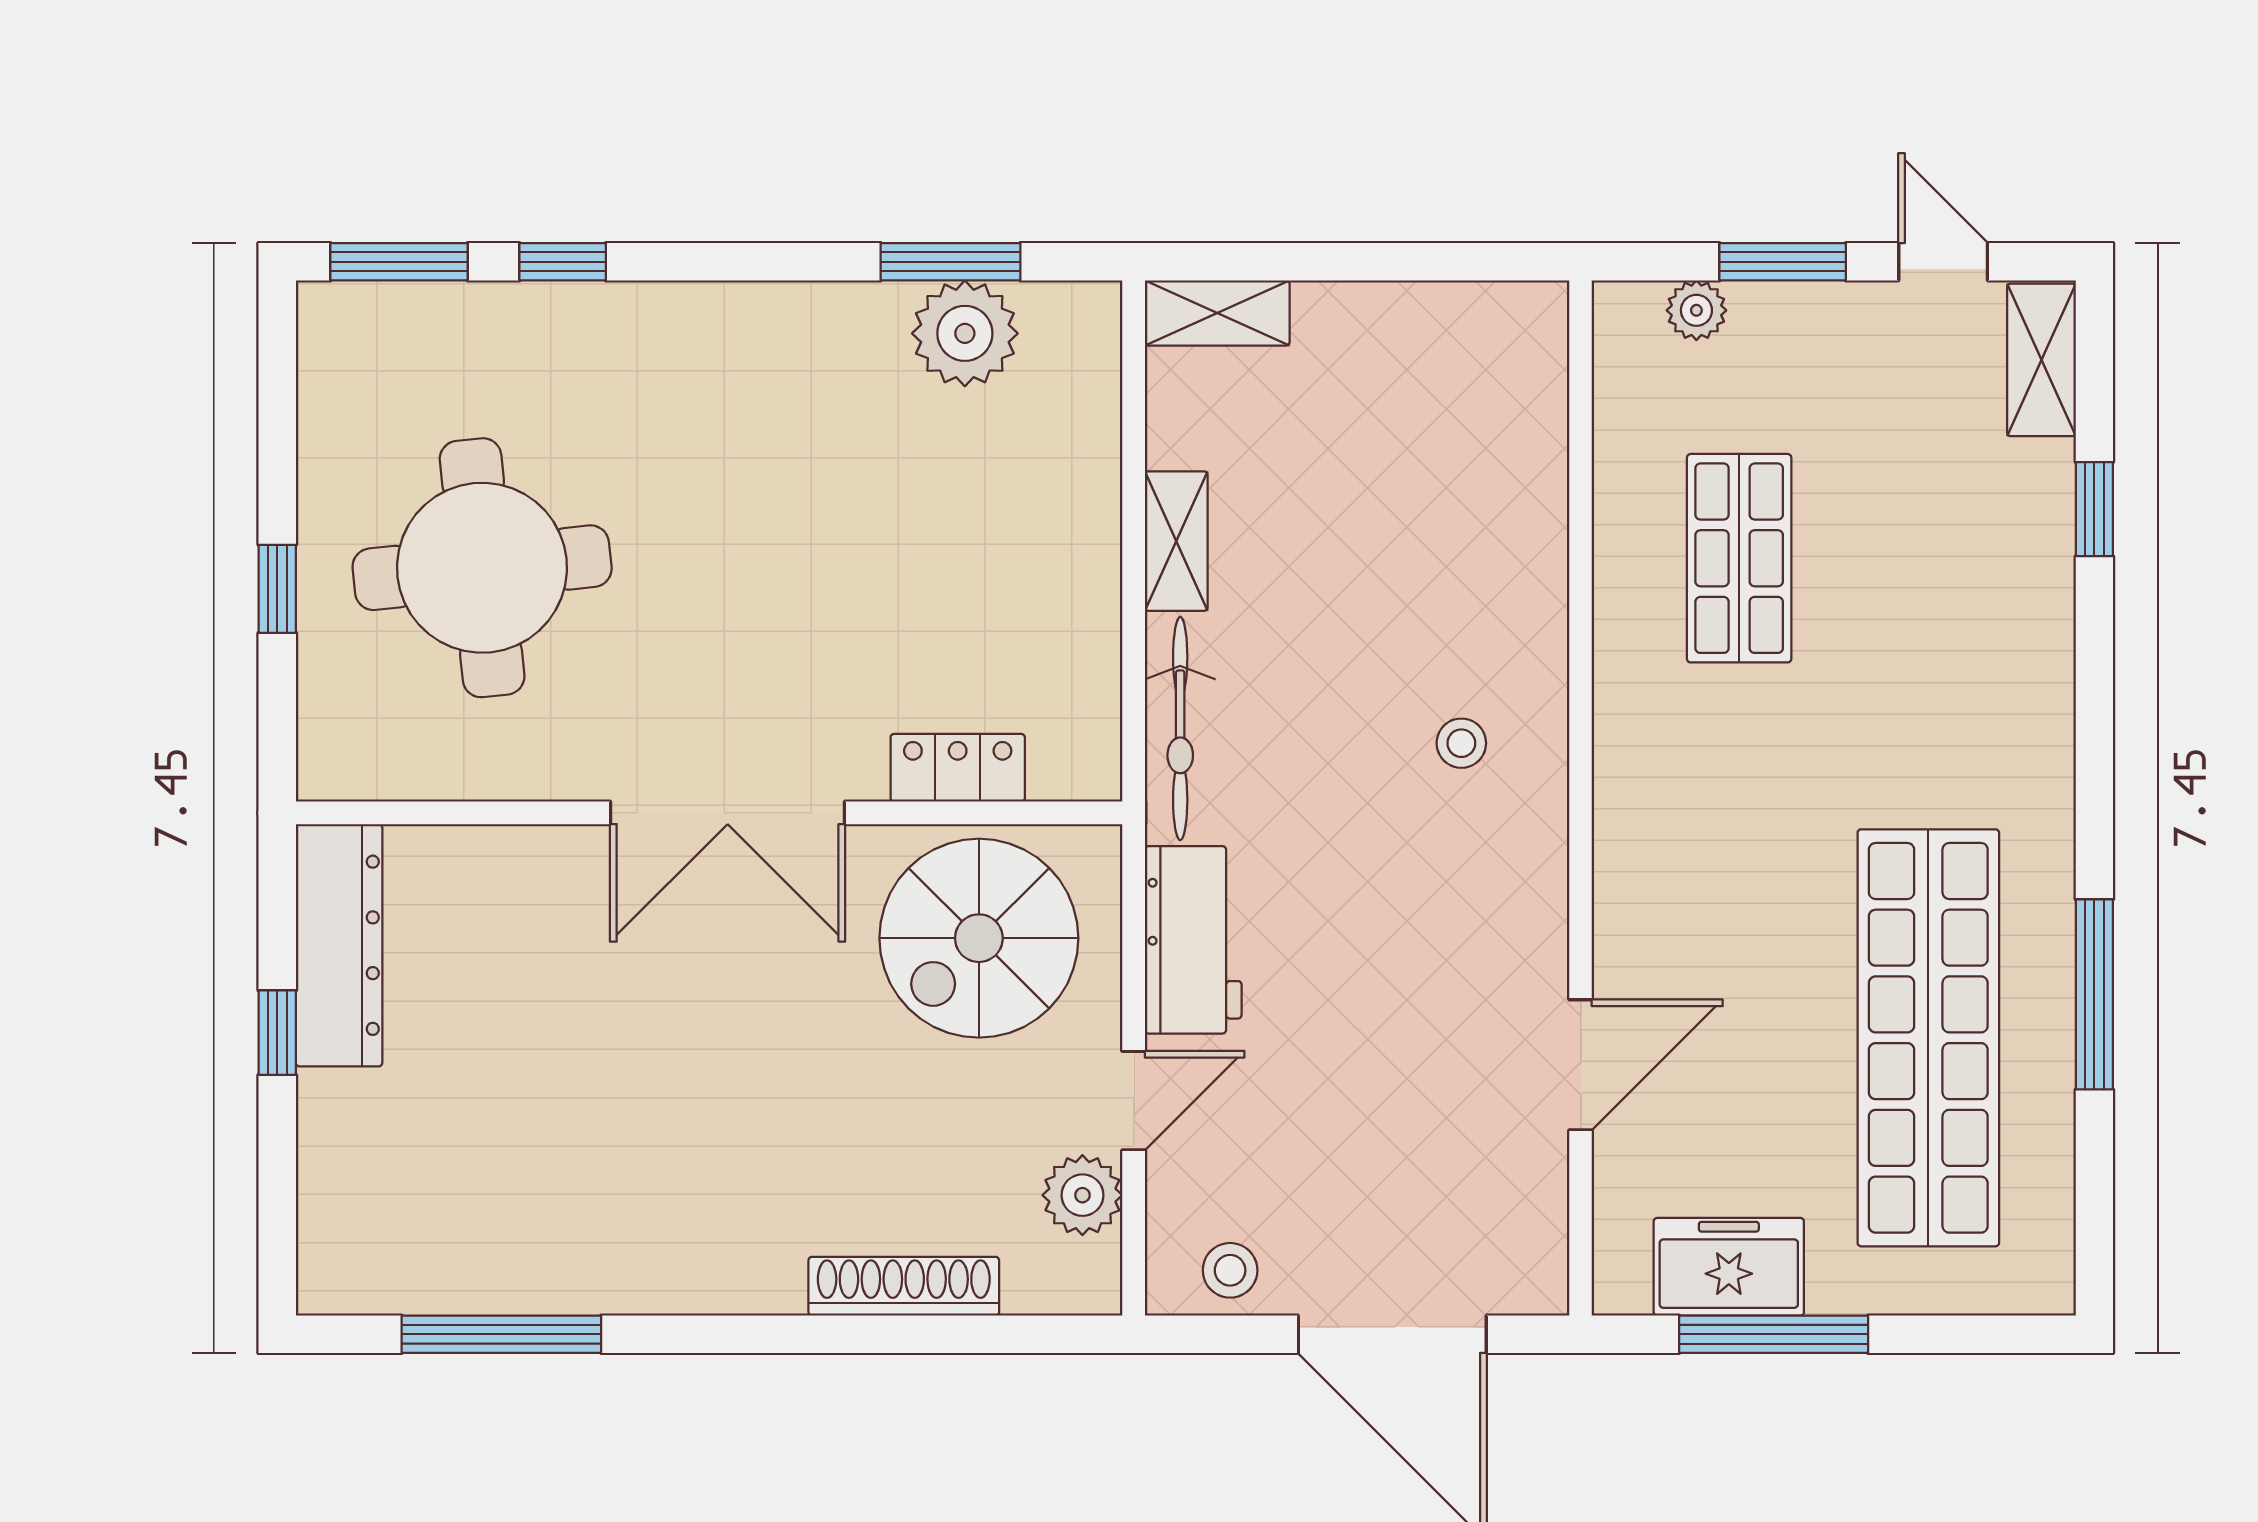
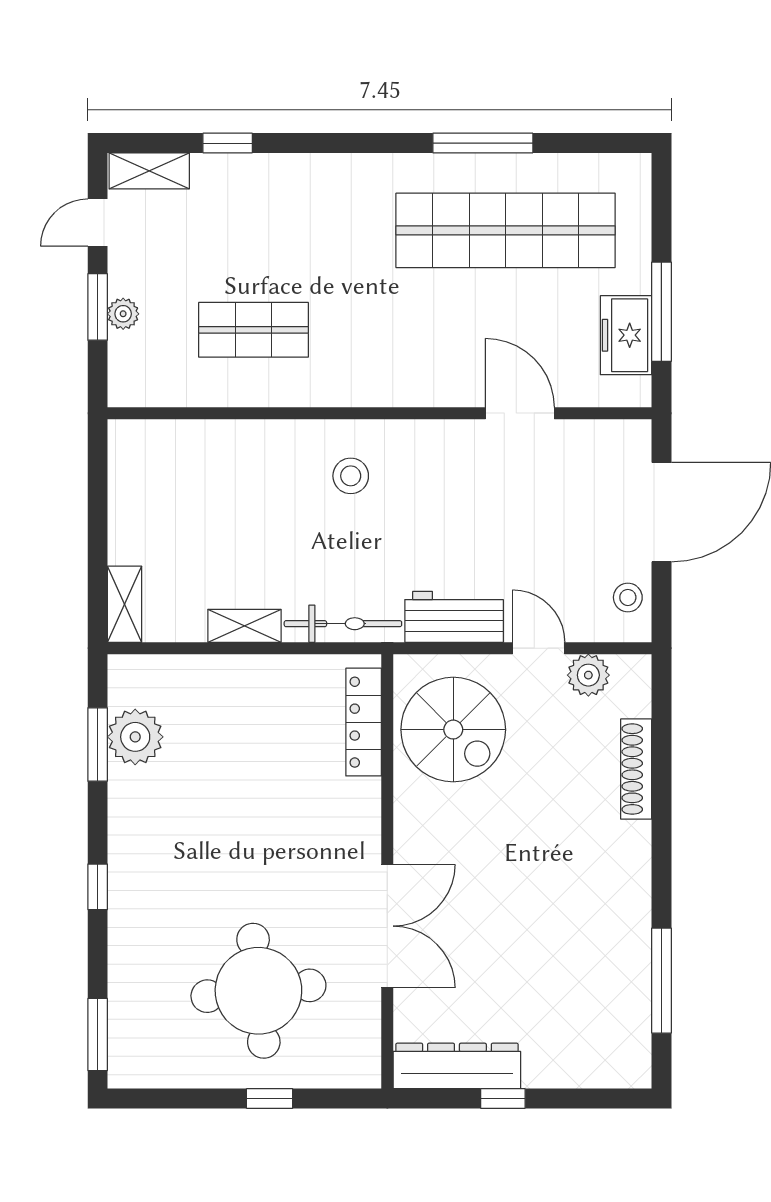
window: (563, 262) -> (98, 887), moved
plant: (1696, 310) -> (123, 314), moved
stool: (1461, 743) -> (351, 476), width x1.37, depth x1.37
locker: (958, 768) -> (364, 722), width x1.53
double door: (728, 813) -> (387, 926), moved

